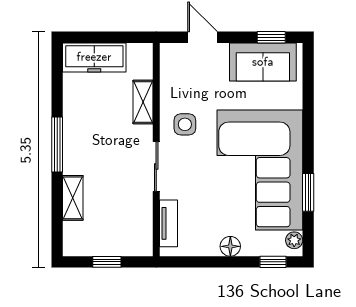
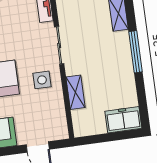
freezer: (94, 57) -> (123, 120), width x0.71

